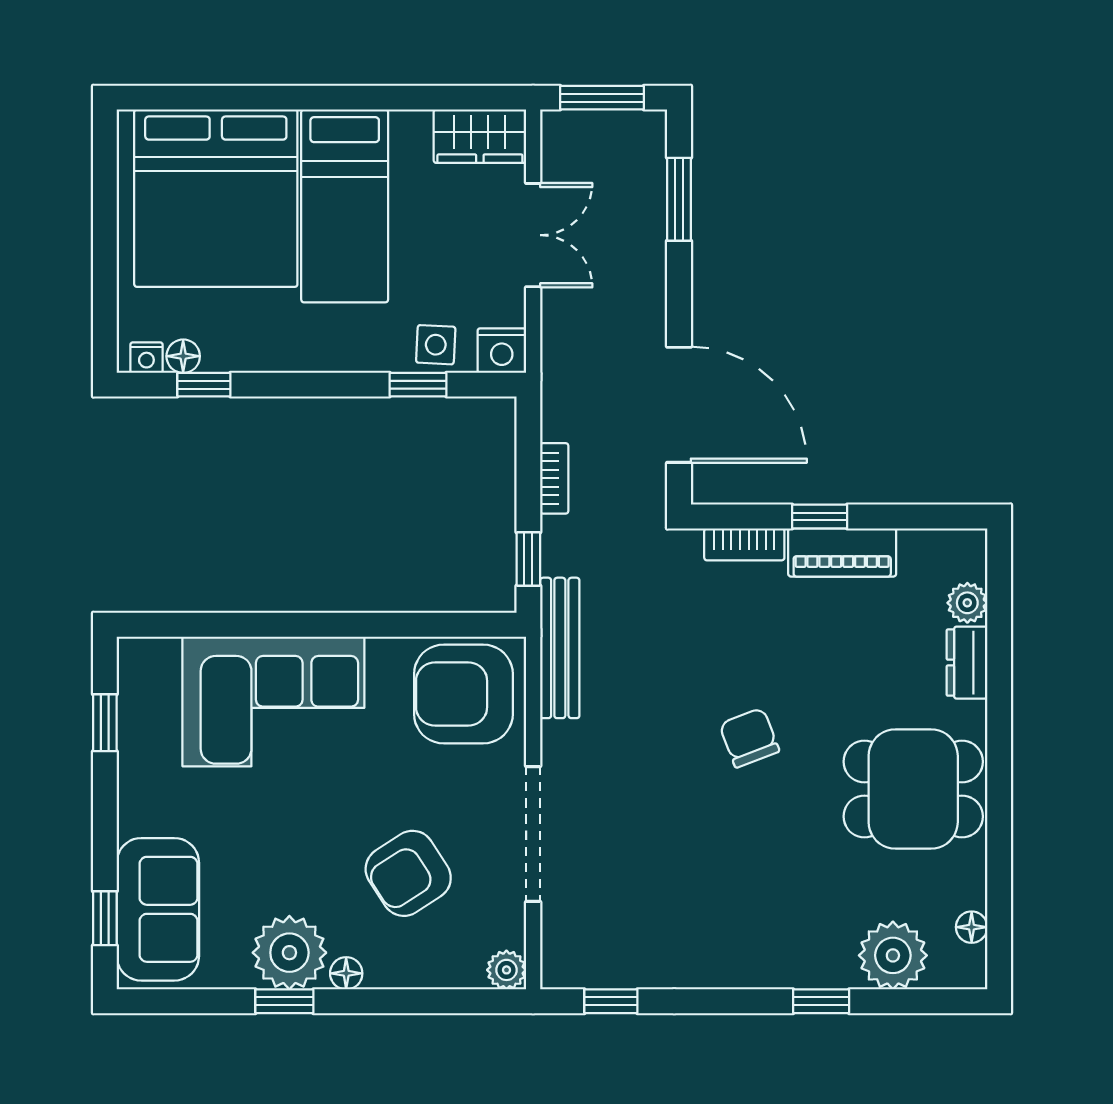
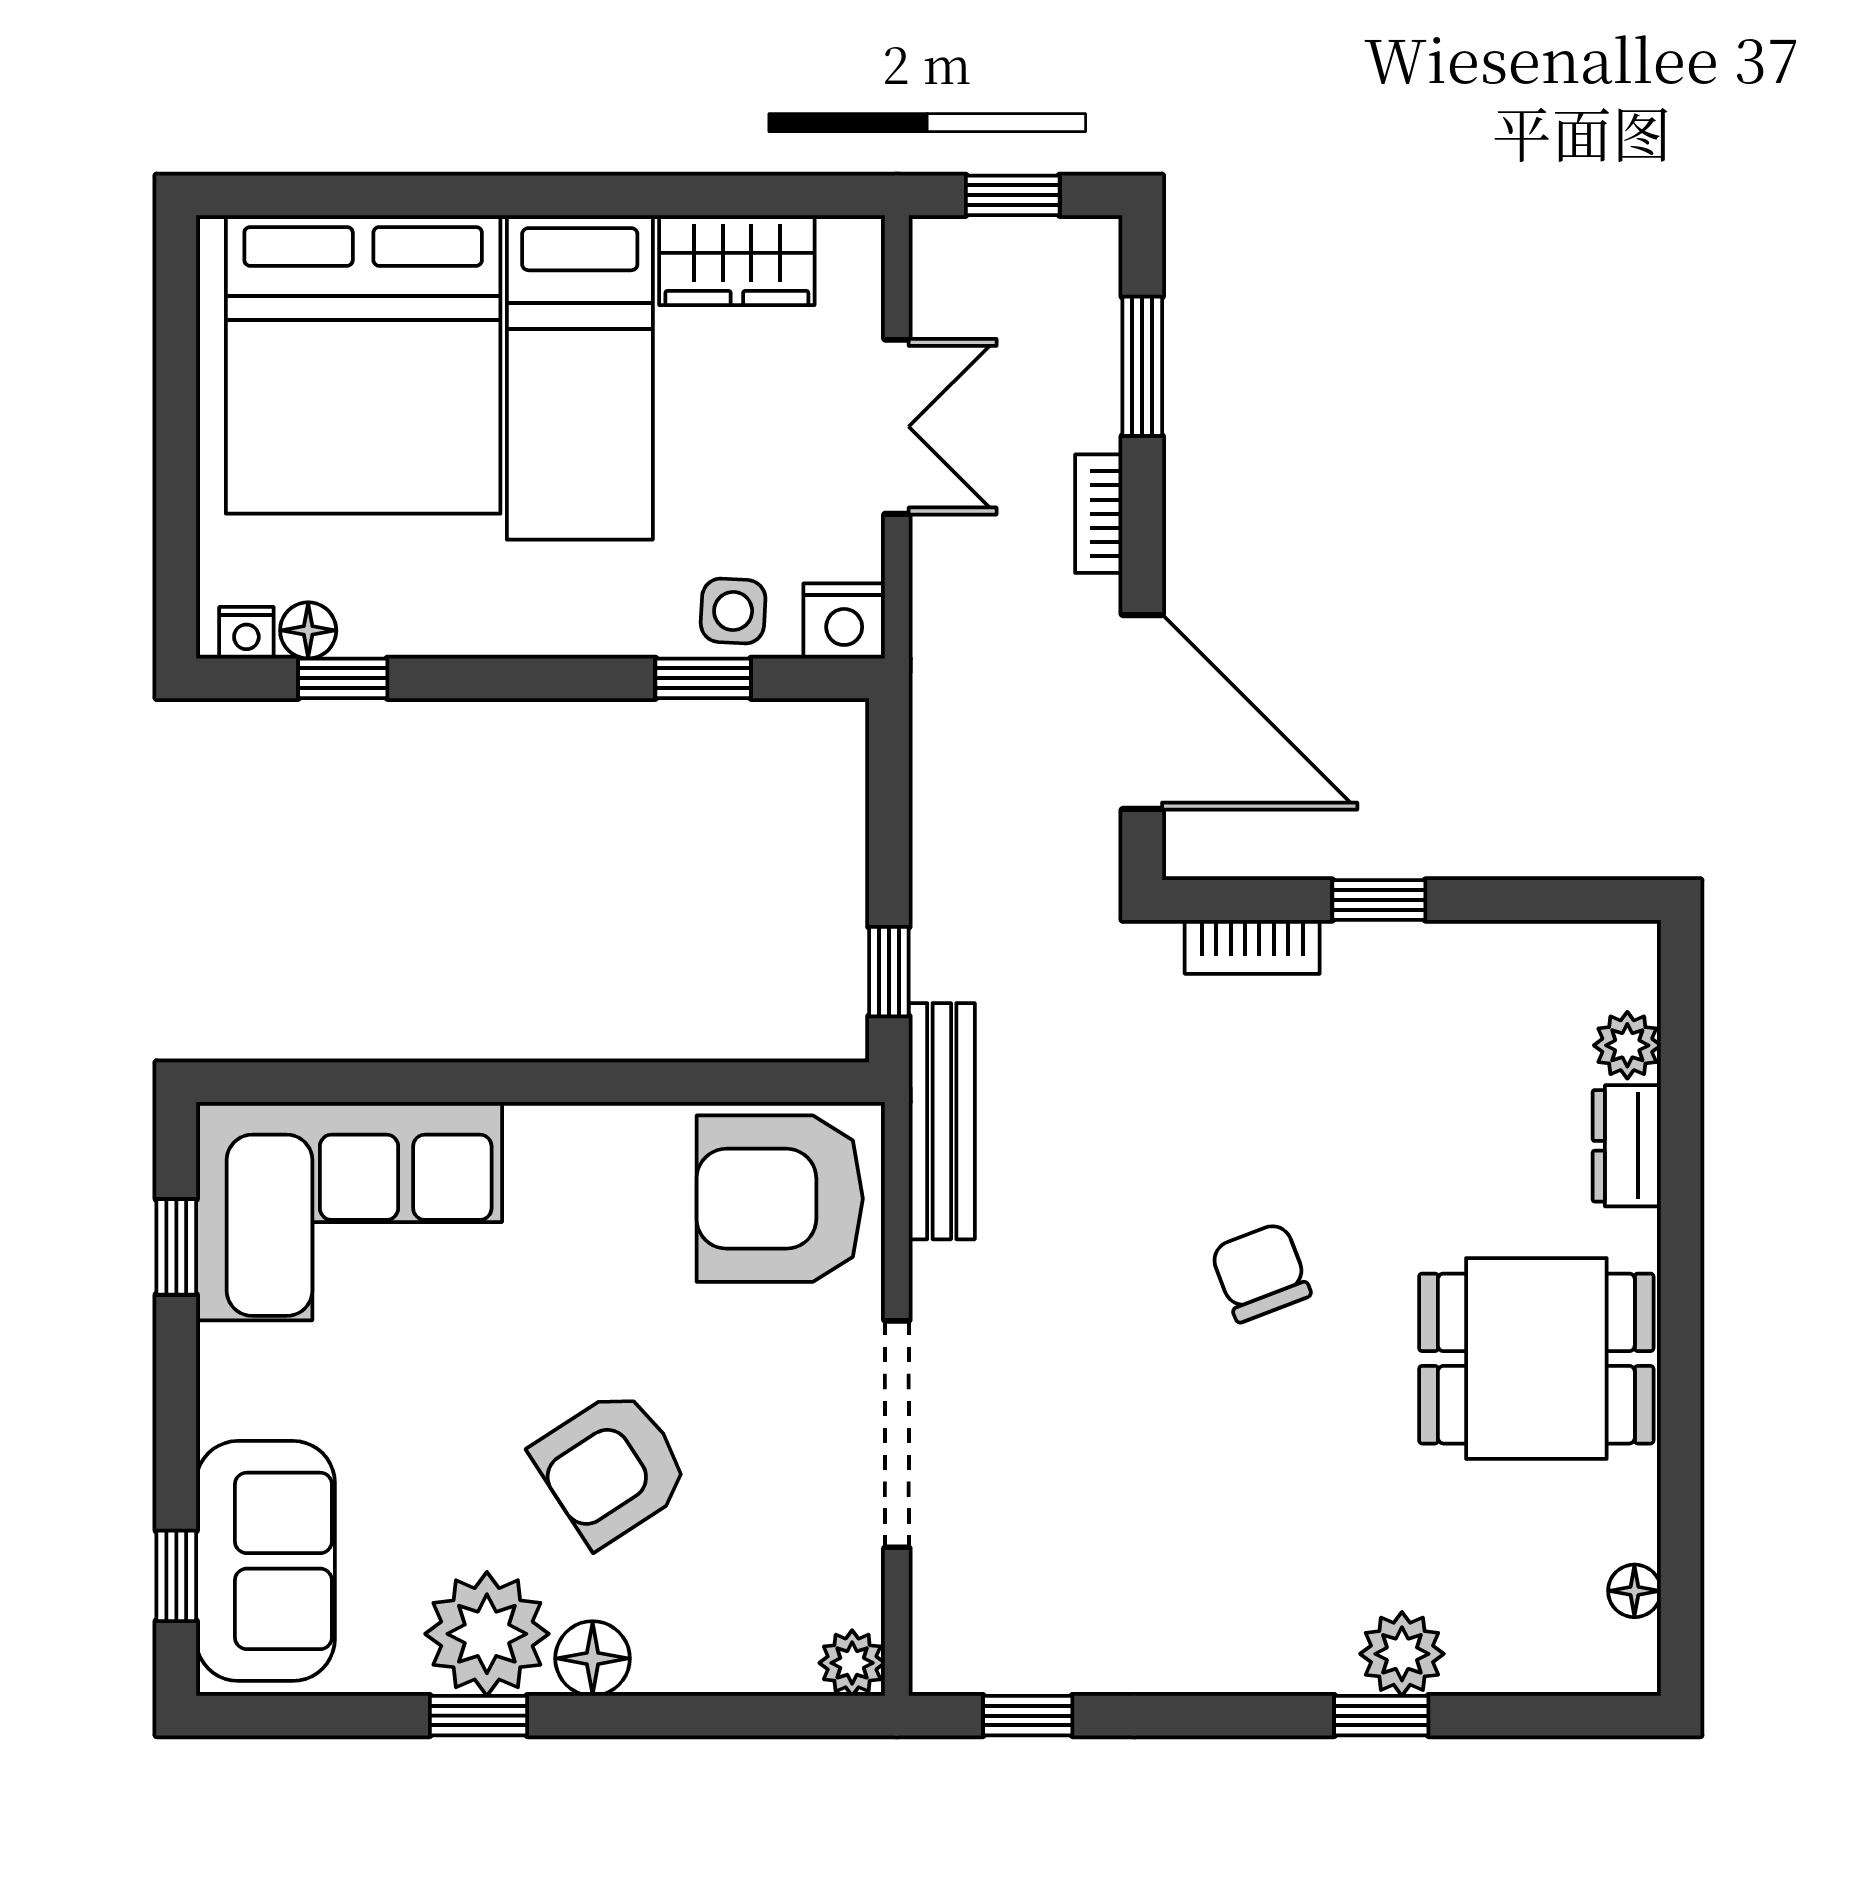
window: (602, 98) -> (1013, 195), width x0.67
wardrobe: (480, 136) -> (737, 260), moved
bookcase: (554, 478) -> (1099, 514), moved, turned 180
piano: (842, 552) -> (1417, 960), removed
corner sofa: (273, 701) -> (349, 1211), moved
armchair: (408, 873) -> (611, 1467), moved
plant: (893, 955) -> (1402, 1654), moved, width x0.73, depth x0.73
floor lamp: (346, 973) -> (593, 1658), width x1.37, depth x1.37

